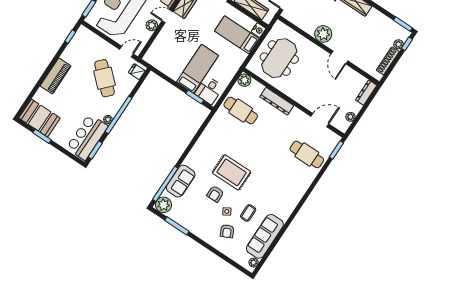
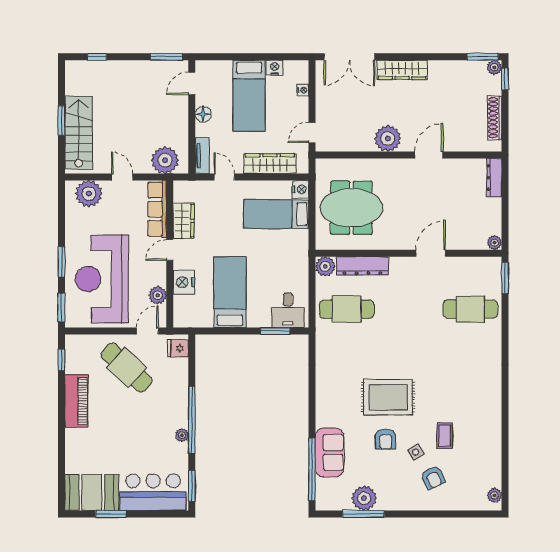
plant: (152, 25) -> (158, 295), moved
nightstand: (163, 38) -> (184, 282), added
plant: (398, 44) -> (494, 67), moved
door: (339, 57) -> (429, 155), swing flipped
meeting table: (279, 58) -> (351, 208), turned 90
bed: (197, 69) -> (230, 292), moved
piano: (56, 76) -> (76, 401), moved
cafe table: (104, 78) -> (127, 368), moved
dresser: (277, 101) -> (362, 266), moved
plant: (350, 117) -> (495, 243), moved
door: (320, 120) -> (431, 253), moved
bar counter: (87, 137) -> (153, 492), moved, turned 90
plant: (163, 205) -> (364, 498), moved
sofa: (265, 236) -> (487, 452), removed

